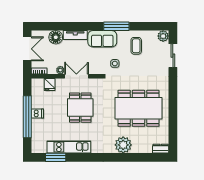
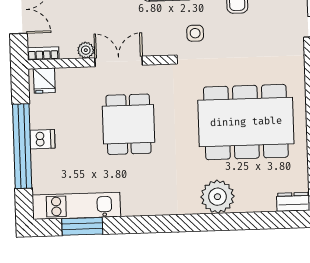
fridge: (50, 84) -> (44, 81), moved
kitchen unit: (69, 147) -> (76, 206), moved

